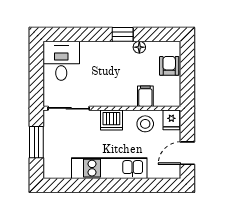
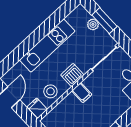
filing cabinet: (145, 96) -> (82, 93), moved
plant: (50, 148) -> (93, 24), added

